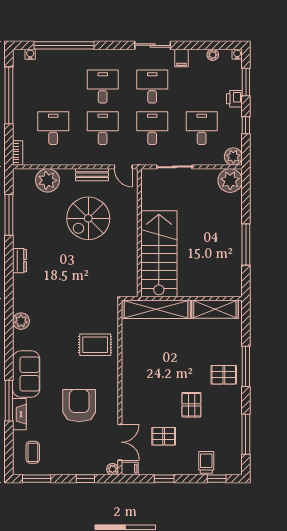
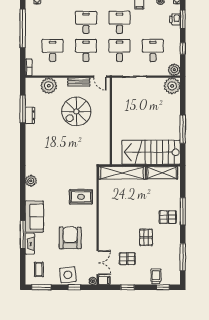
printer: (234, 99) -> (175, 19), moved
stairs: (159, 254) -> (151, 152), moved, turned -90
dresser: (20, 261) -> (30, 115), moved
side table: (76, 460) -> (68, 275), added

